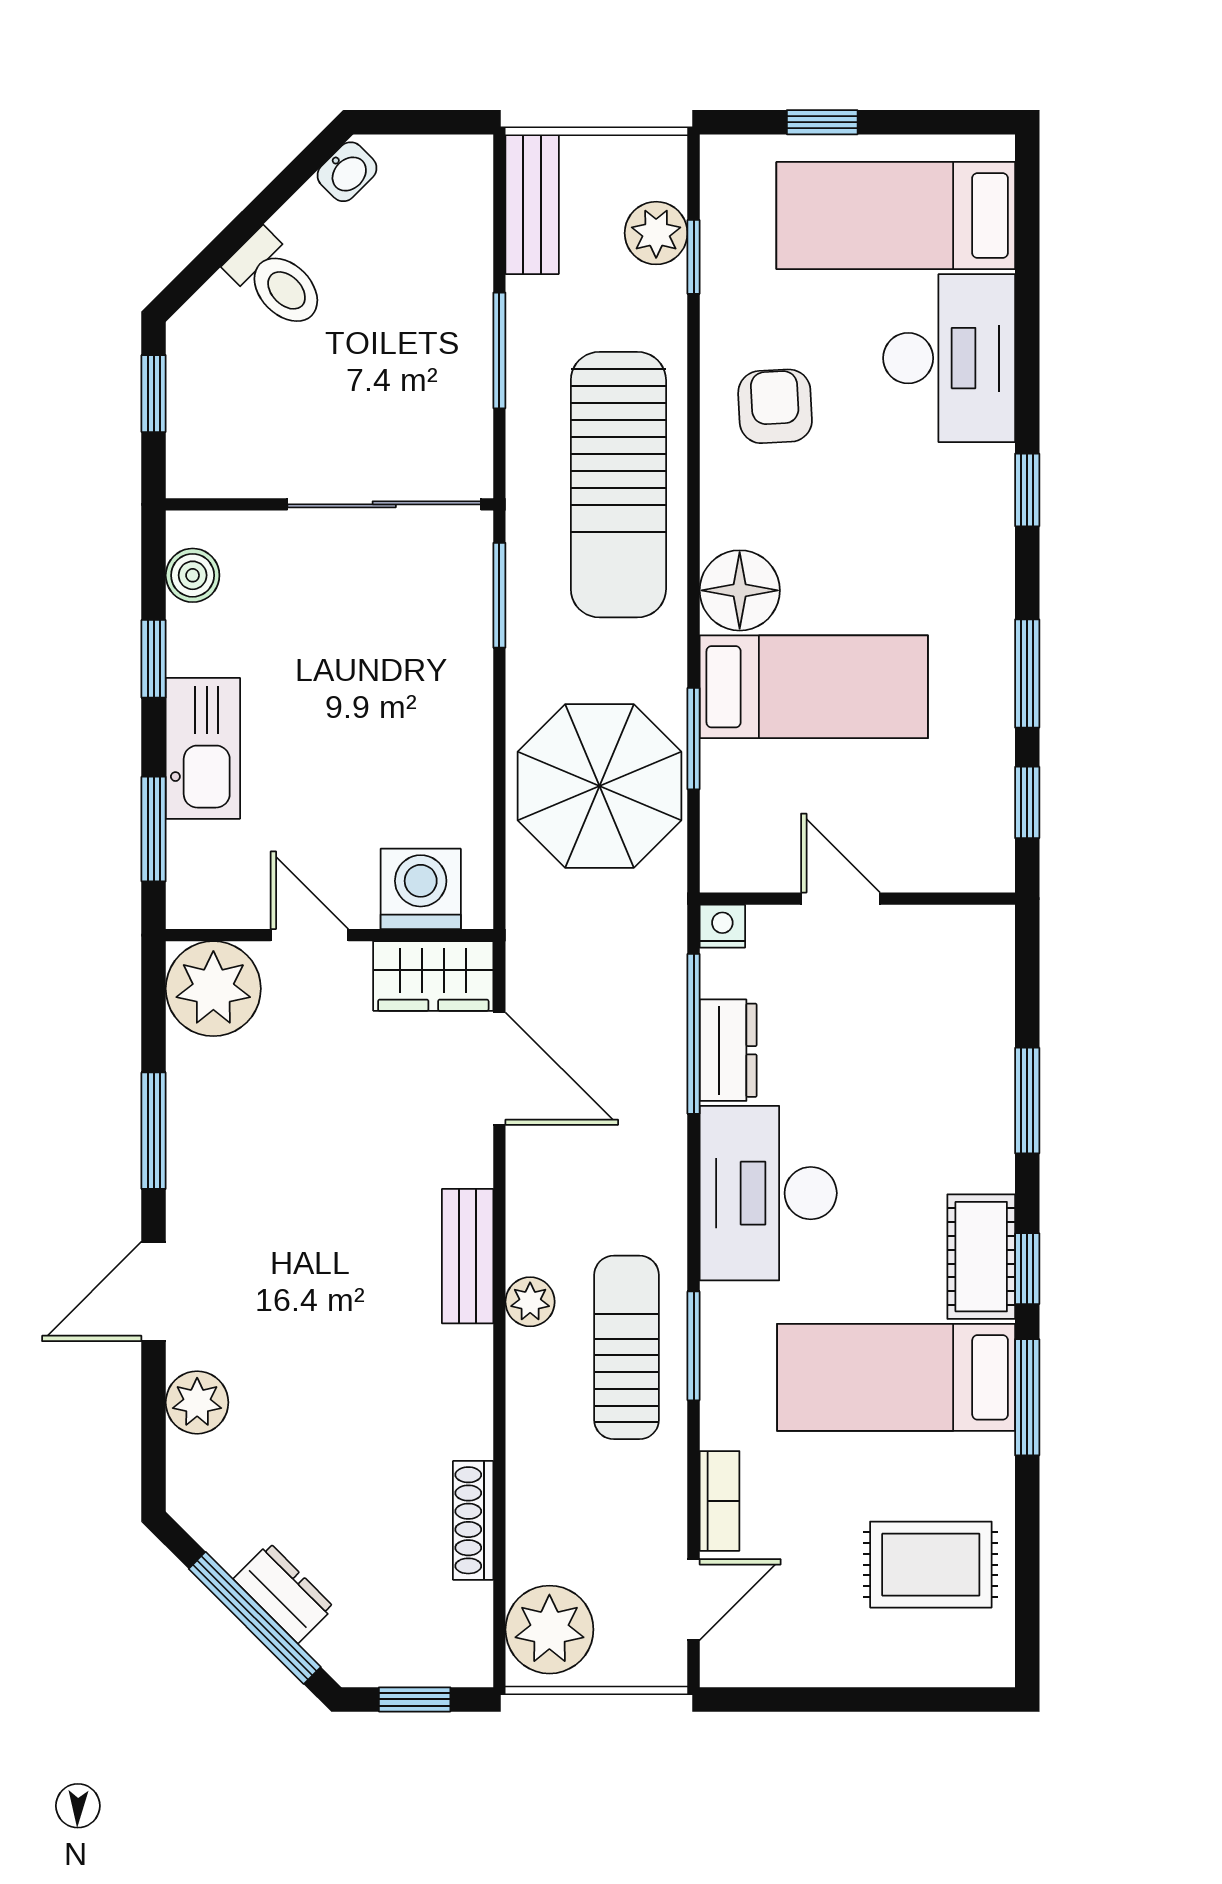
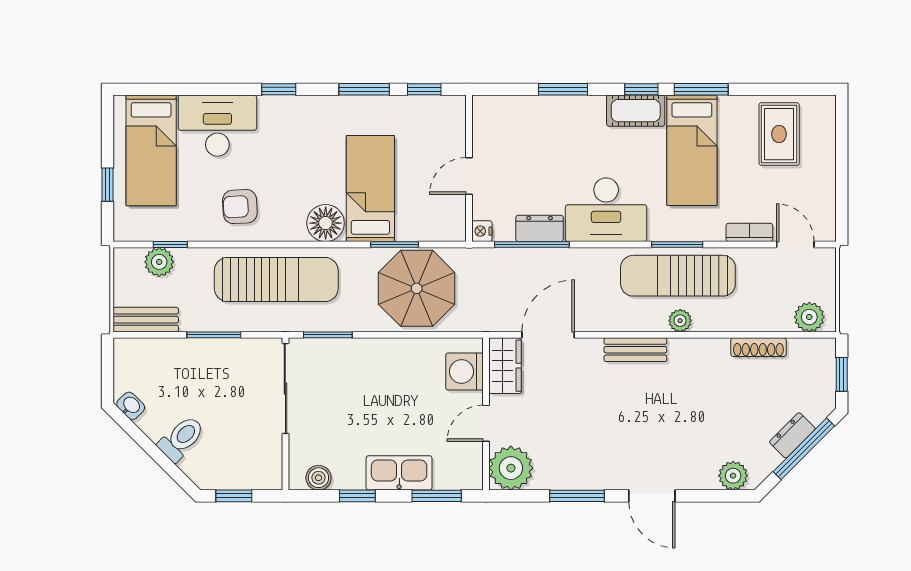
plant: (530, 1302) -> (680, 321), moved
sun lounger: (627, 1347) -> (678, 276), width x1.36, depth x1.34
plant: (197, 1402) -> (733, 476), moved
plant: (549, 1630) -> (809, 317), width x0.73, depth x0.73

